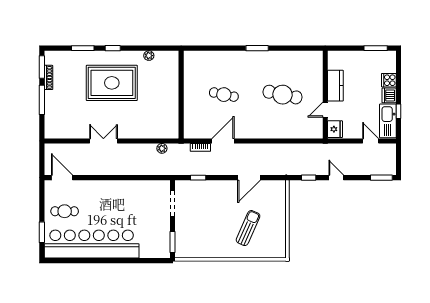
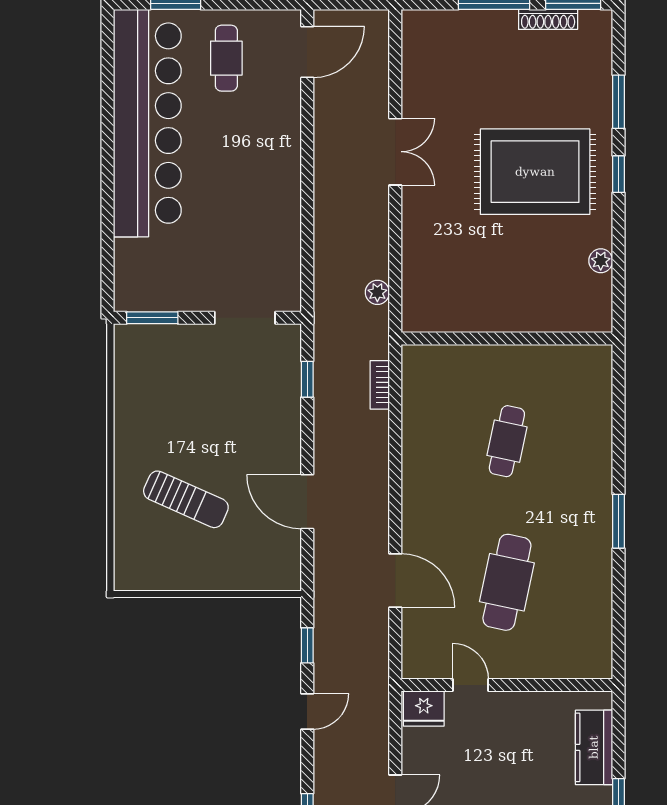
rug: (112, 83) -> (535, 172), turned 90
kitchen counter: (335, 86) -> (594, 747), moved, turned 90
door: (223, 141) -> (395, 581), moved

